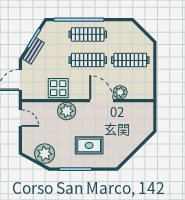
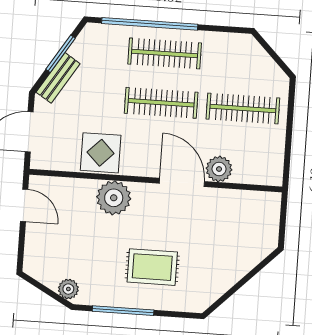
plant: (45, 154) -> (68, 289), width x0.53, depth x0.53

